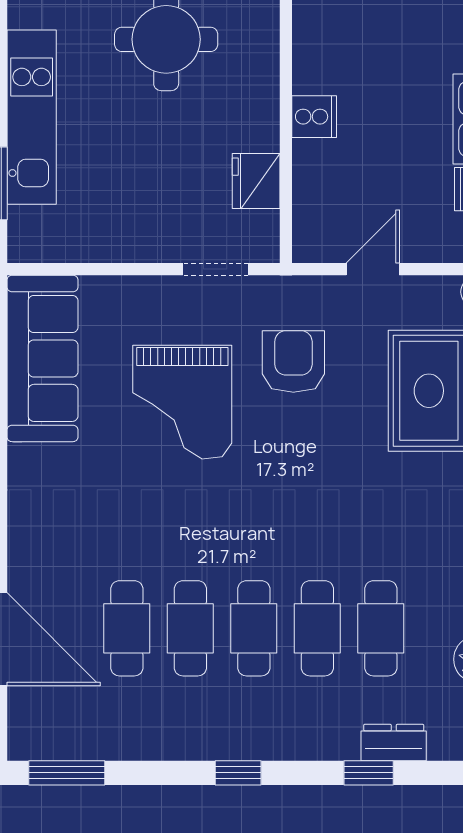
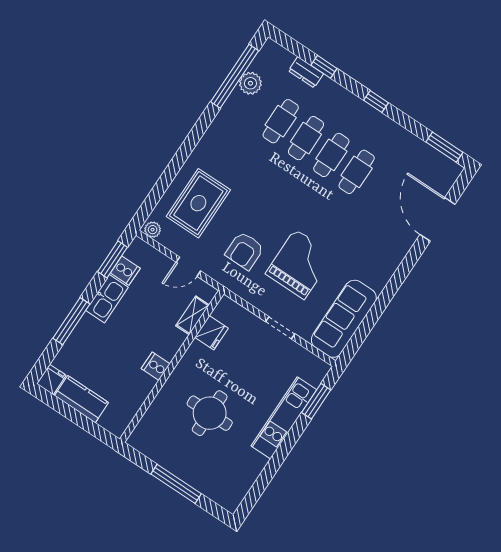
cooker: (314, 117) -> (156, 366), moved
shelving: (309, 189) -> (193, 315), added
doorway: (215, 269) -> (280, 328), moved
cafe table: (127, 628) -> (382, 189), removed

